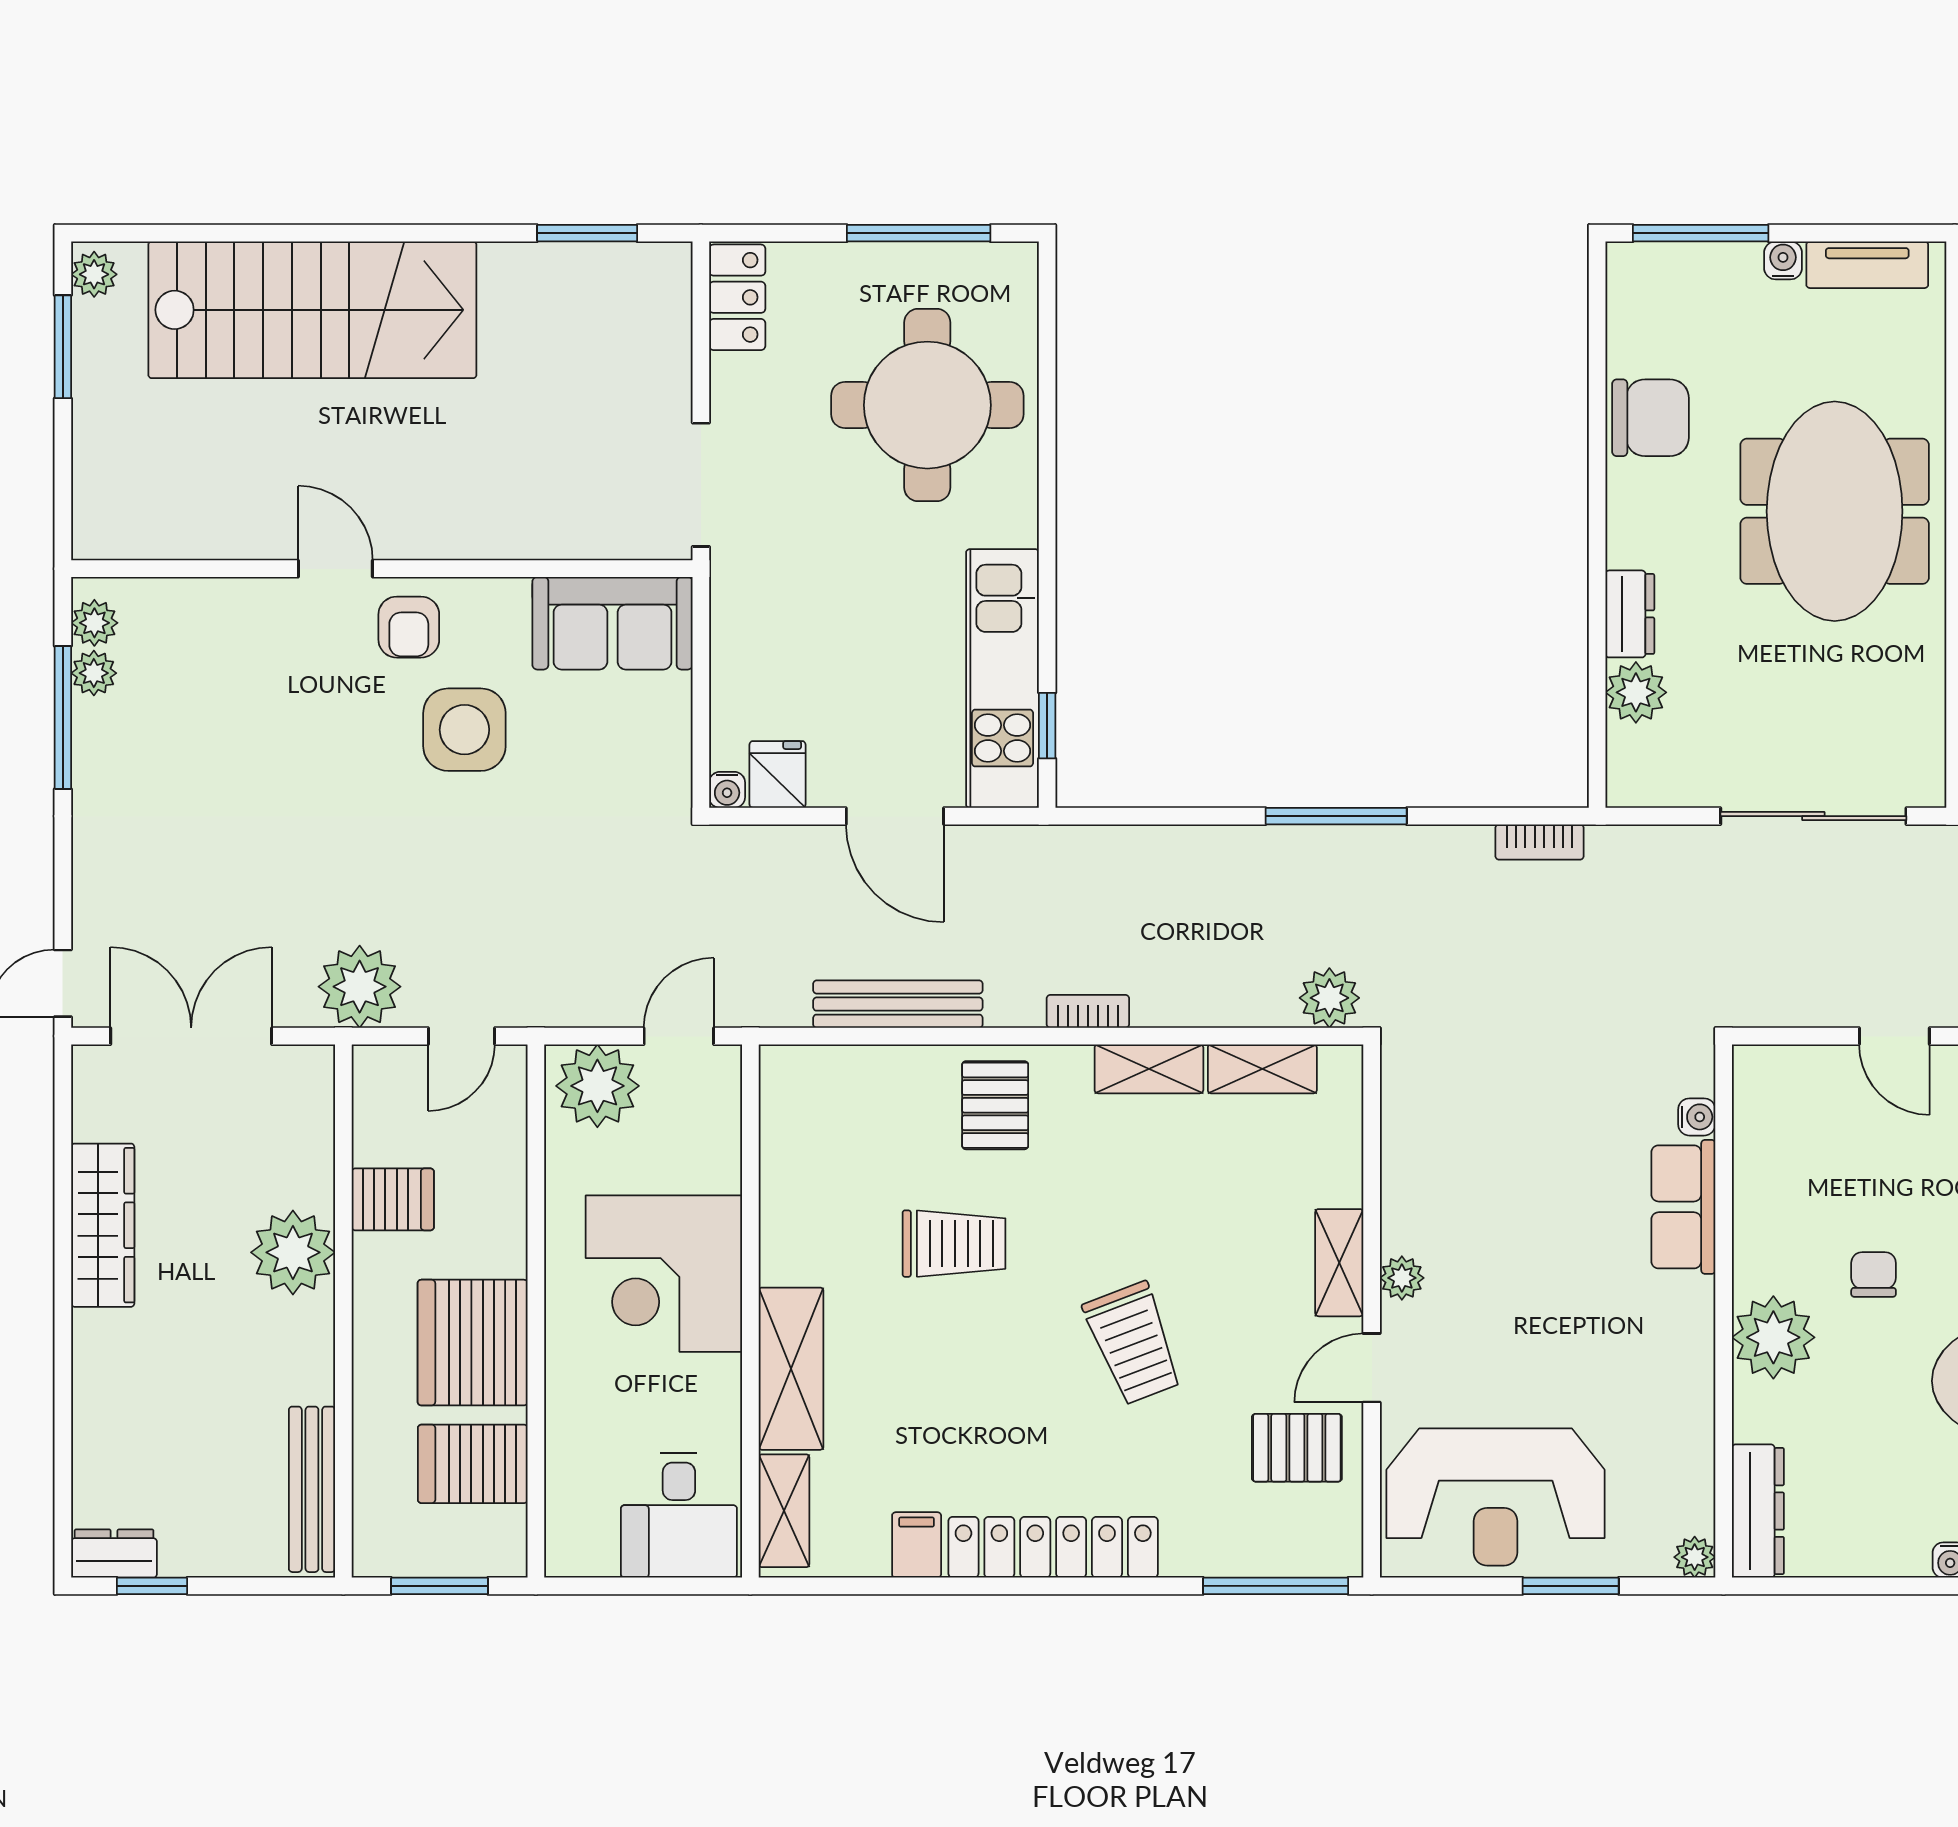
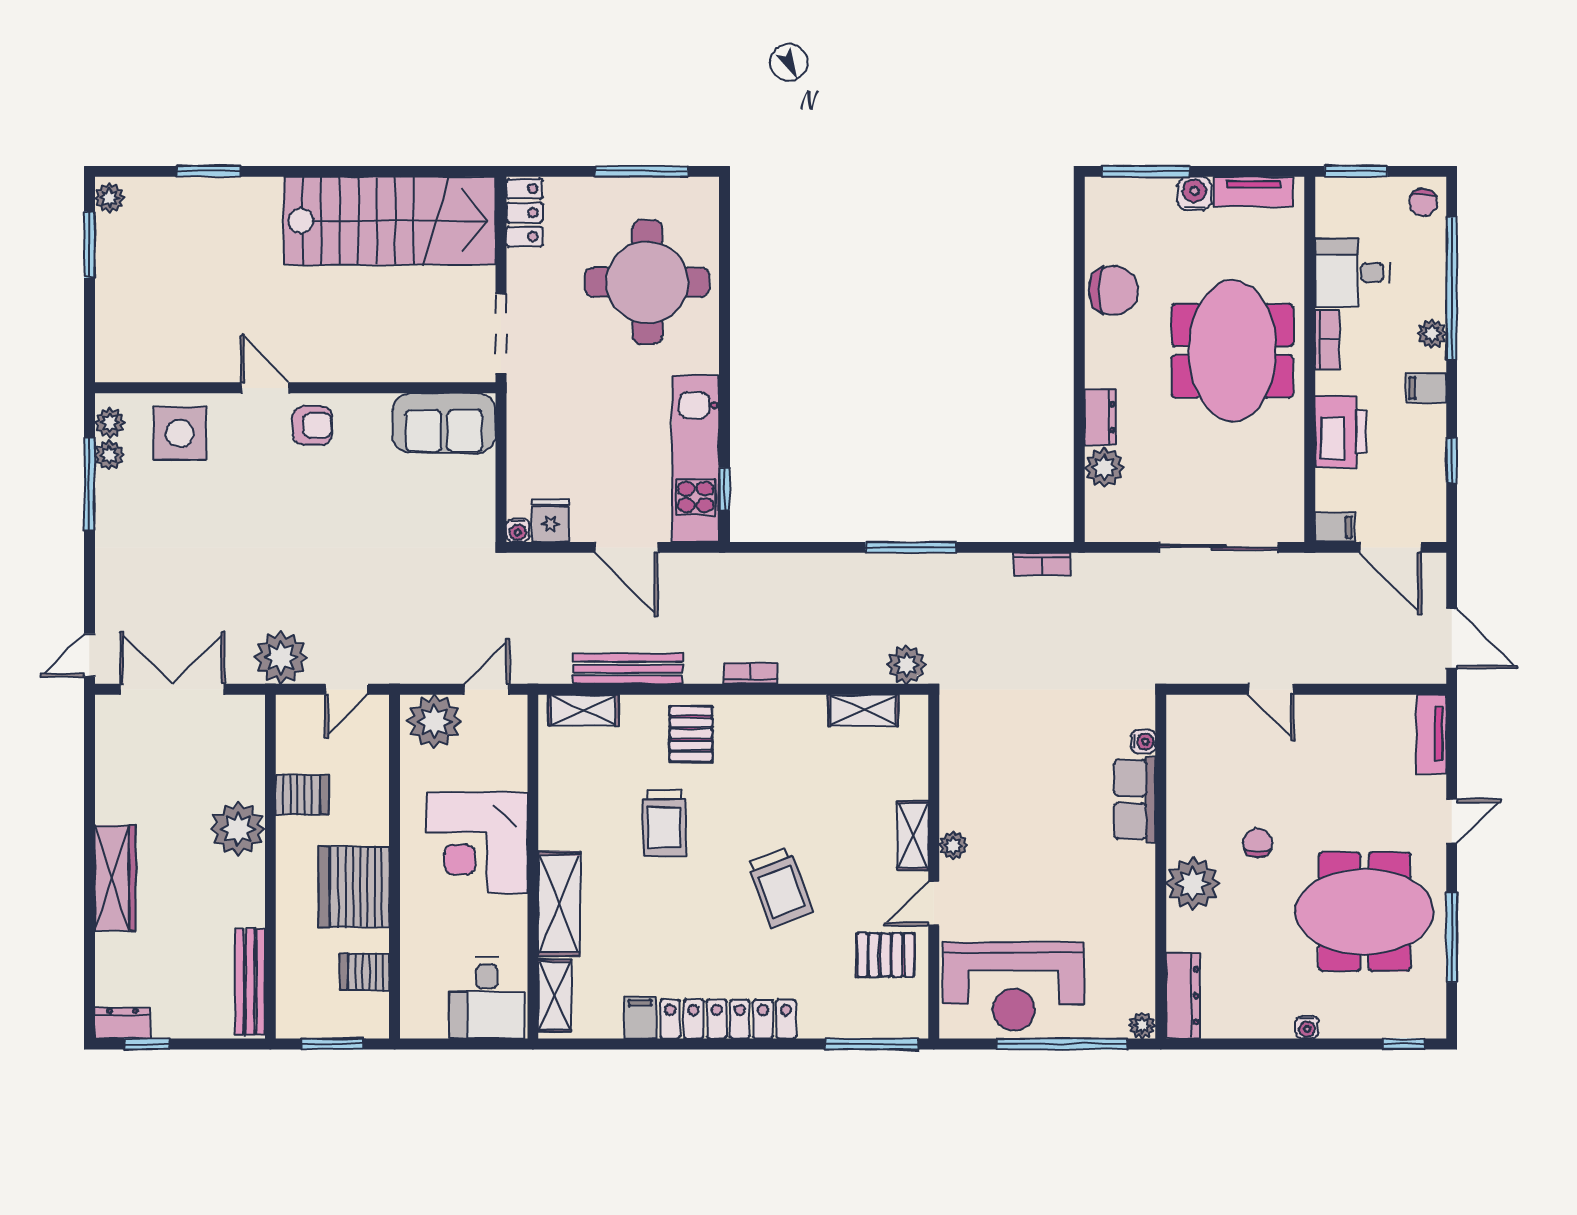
window: (587, 233) -> (208, 171), moved
water cooler: (1783, 260) -> (1194, 194), width x1.38, depth x1.38
stairs: (312, 310) -> (390, 221), moved
armchair: (409, 627) -> (313, 425), turned -90
side table: (464, 730) -> (180, 433), moved
shelving: (1149, 1069) -> (583, 710), moved
wardrobe: (103, 1225) -> (115, 878), moved
trolley: (954, 1244) -> (664, 823), turned 90
server rack: (473, 1464) -> (365, 972), width x0.73, depth x0.70
window: (1571, 1586) -> (1062, 1044), width x2.11

